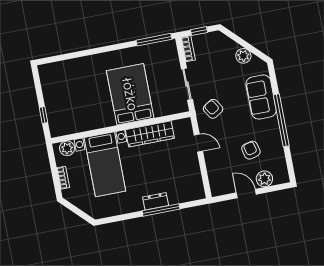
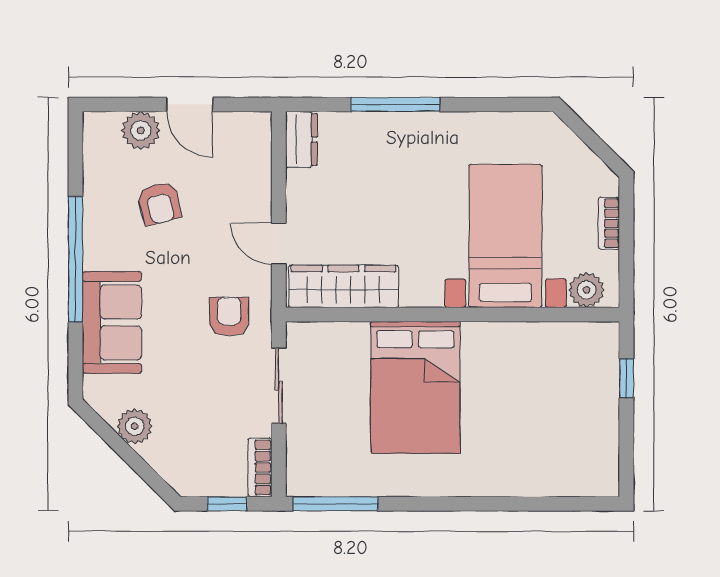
armchair: (213, 109) -> (229, 317), turned -148
wardrobe: (150, 134) -> (343, 286), moved
dresser: (156, 201) -> (301, 140), moved, turned -90

